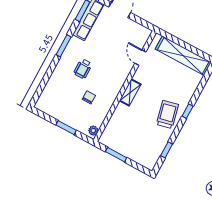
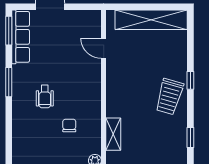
shelving: (130, 92) -> (113, 134), moved
trolley: (167, 115) -> (169, 97), turned -151

